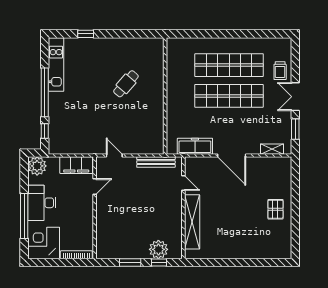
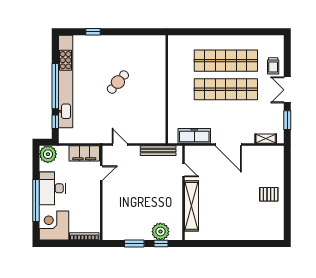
kitchen unit: (56, 64) -> (66, 82), width x1.86
cafe table: (126, 84) -> (118, 82), moved
pallet: (275, 209) -> (269, 194), turned 90

